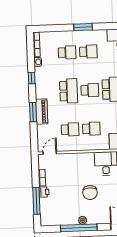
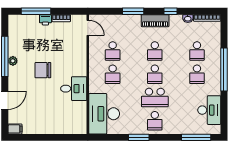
window: (83, 27) -> (224, 70), width x2.11
school desk: (69, 91) -> (155, 51), width x0.54
piano: (42, 112) -> (155, 21), moved

